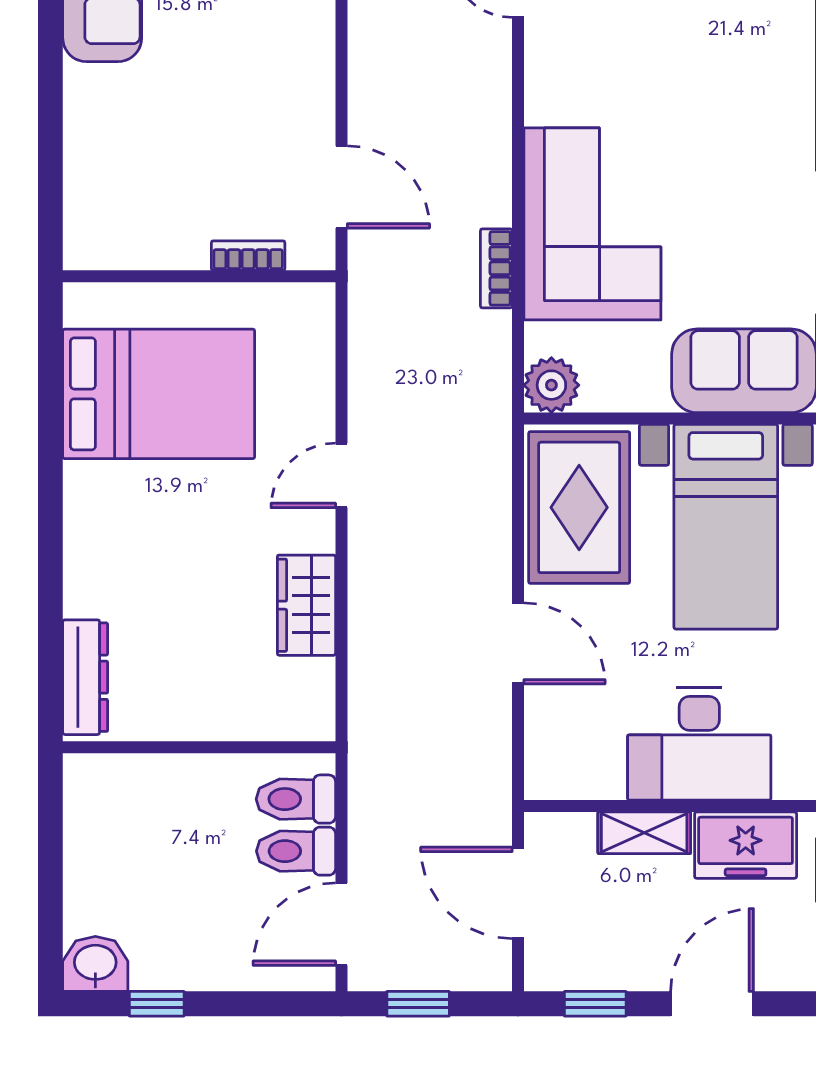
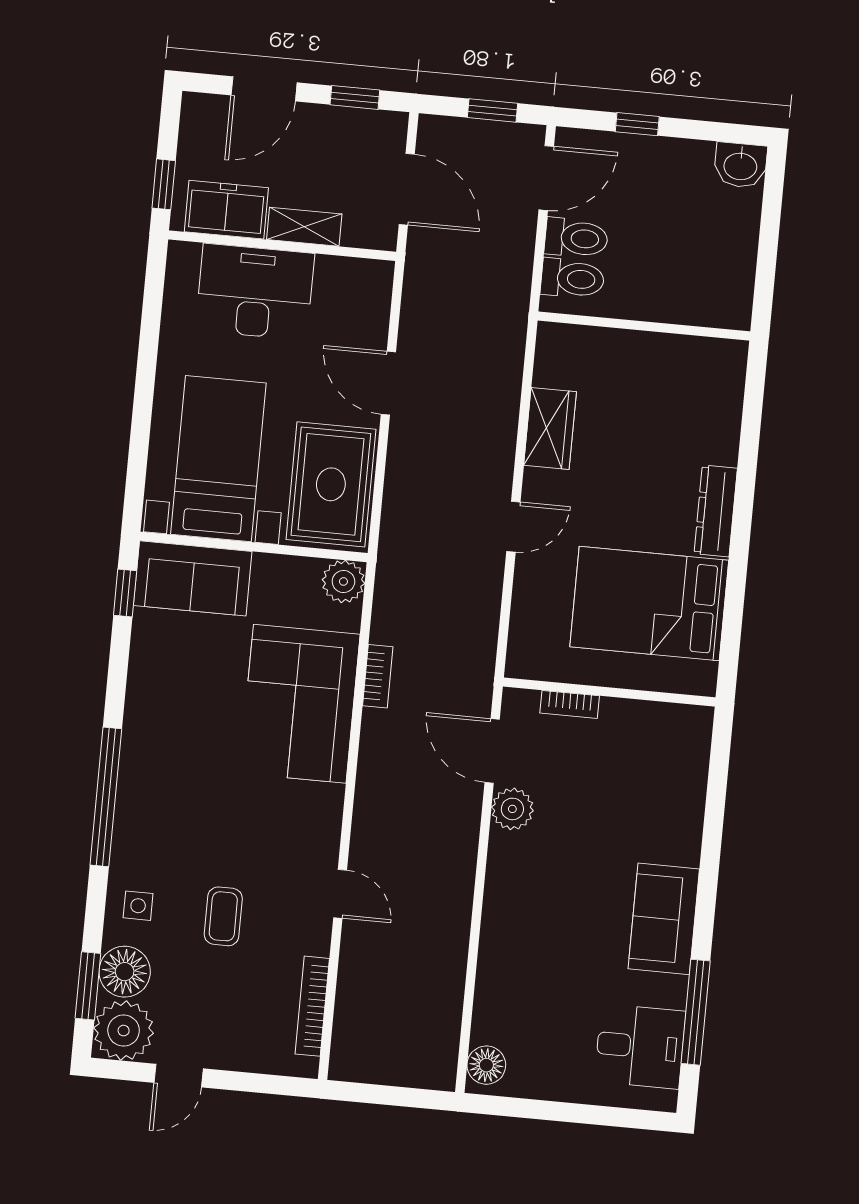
plant: (309, 115) -> (512, 809), added
dresser: (85, 677) -> (716, 511), moved
window: (157, 1004) -> (637, 124), moved

